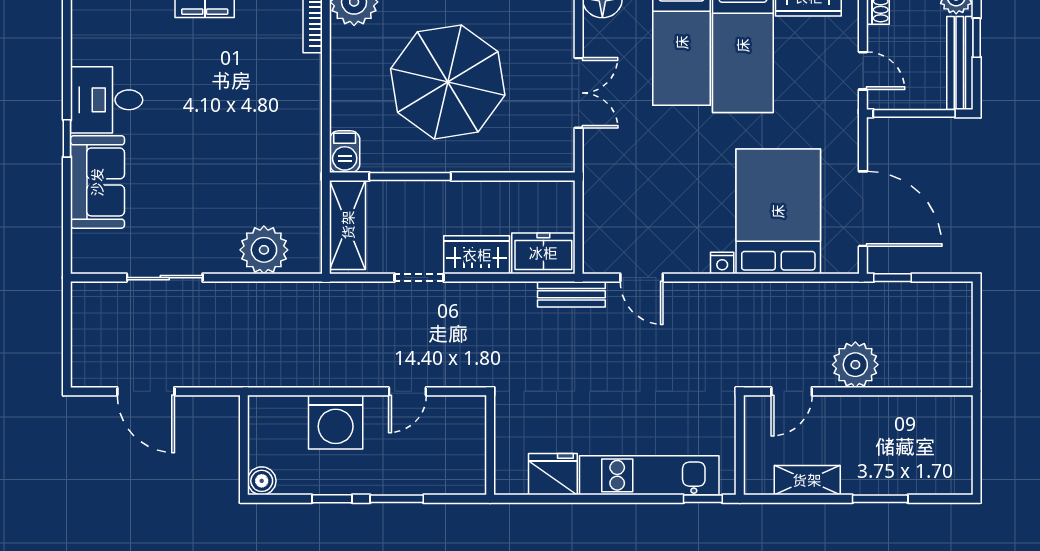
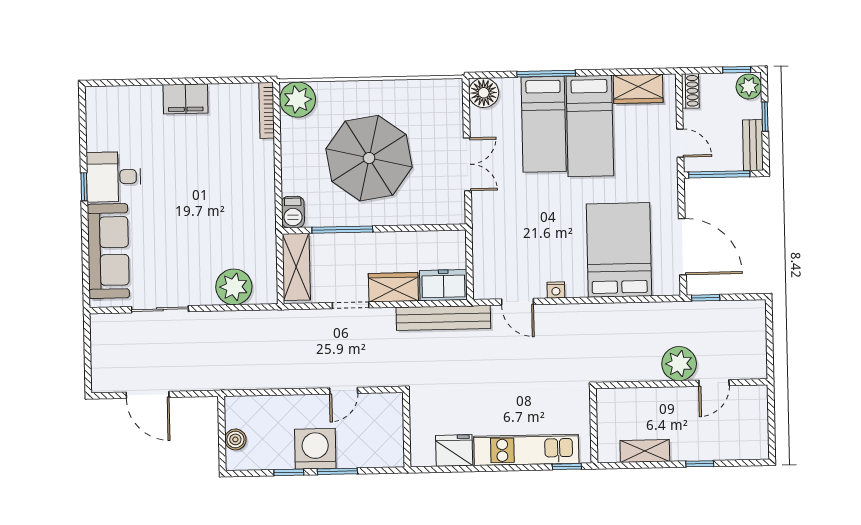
bench: (960, 63) -> (753, 145), width x0.73
window: (67, 138) -> (84, 187), moved
sofa: (97, 182) -> (108, 251), width x1.36
nightstand: (722, 263) -> (556, 290), moved
bench: (571, 294) -> (443, 318), width x1.86, depth x1.21
door: (792, 391) -> (714, 383), moved
washing machine: (336, 422) -> (315, 449), moved, turned 180
boiler: (262, 481) -> (235, 439), moved
window: (880, 499) -> (700, 464), width x0.67

